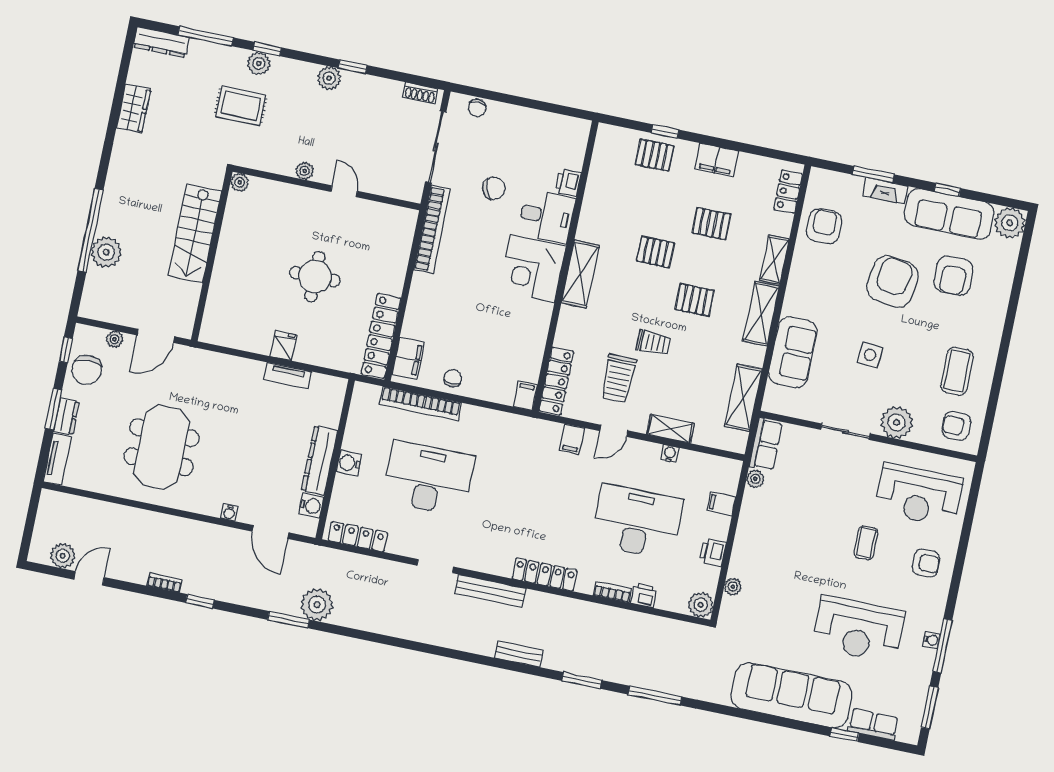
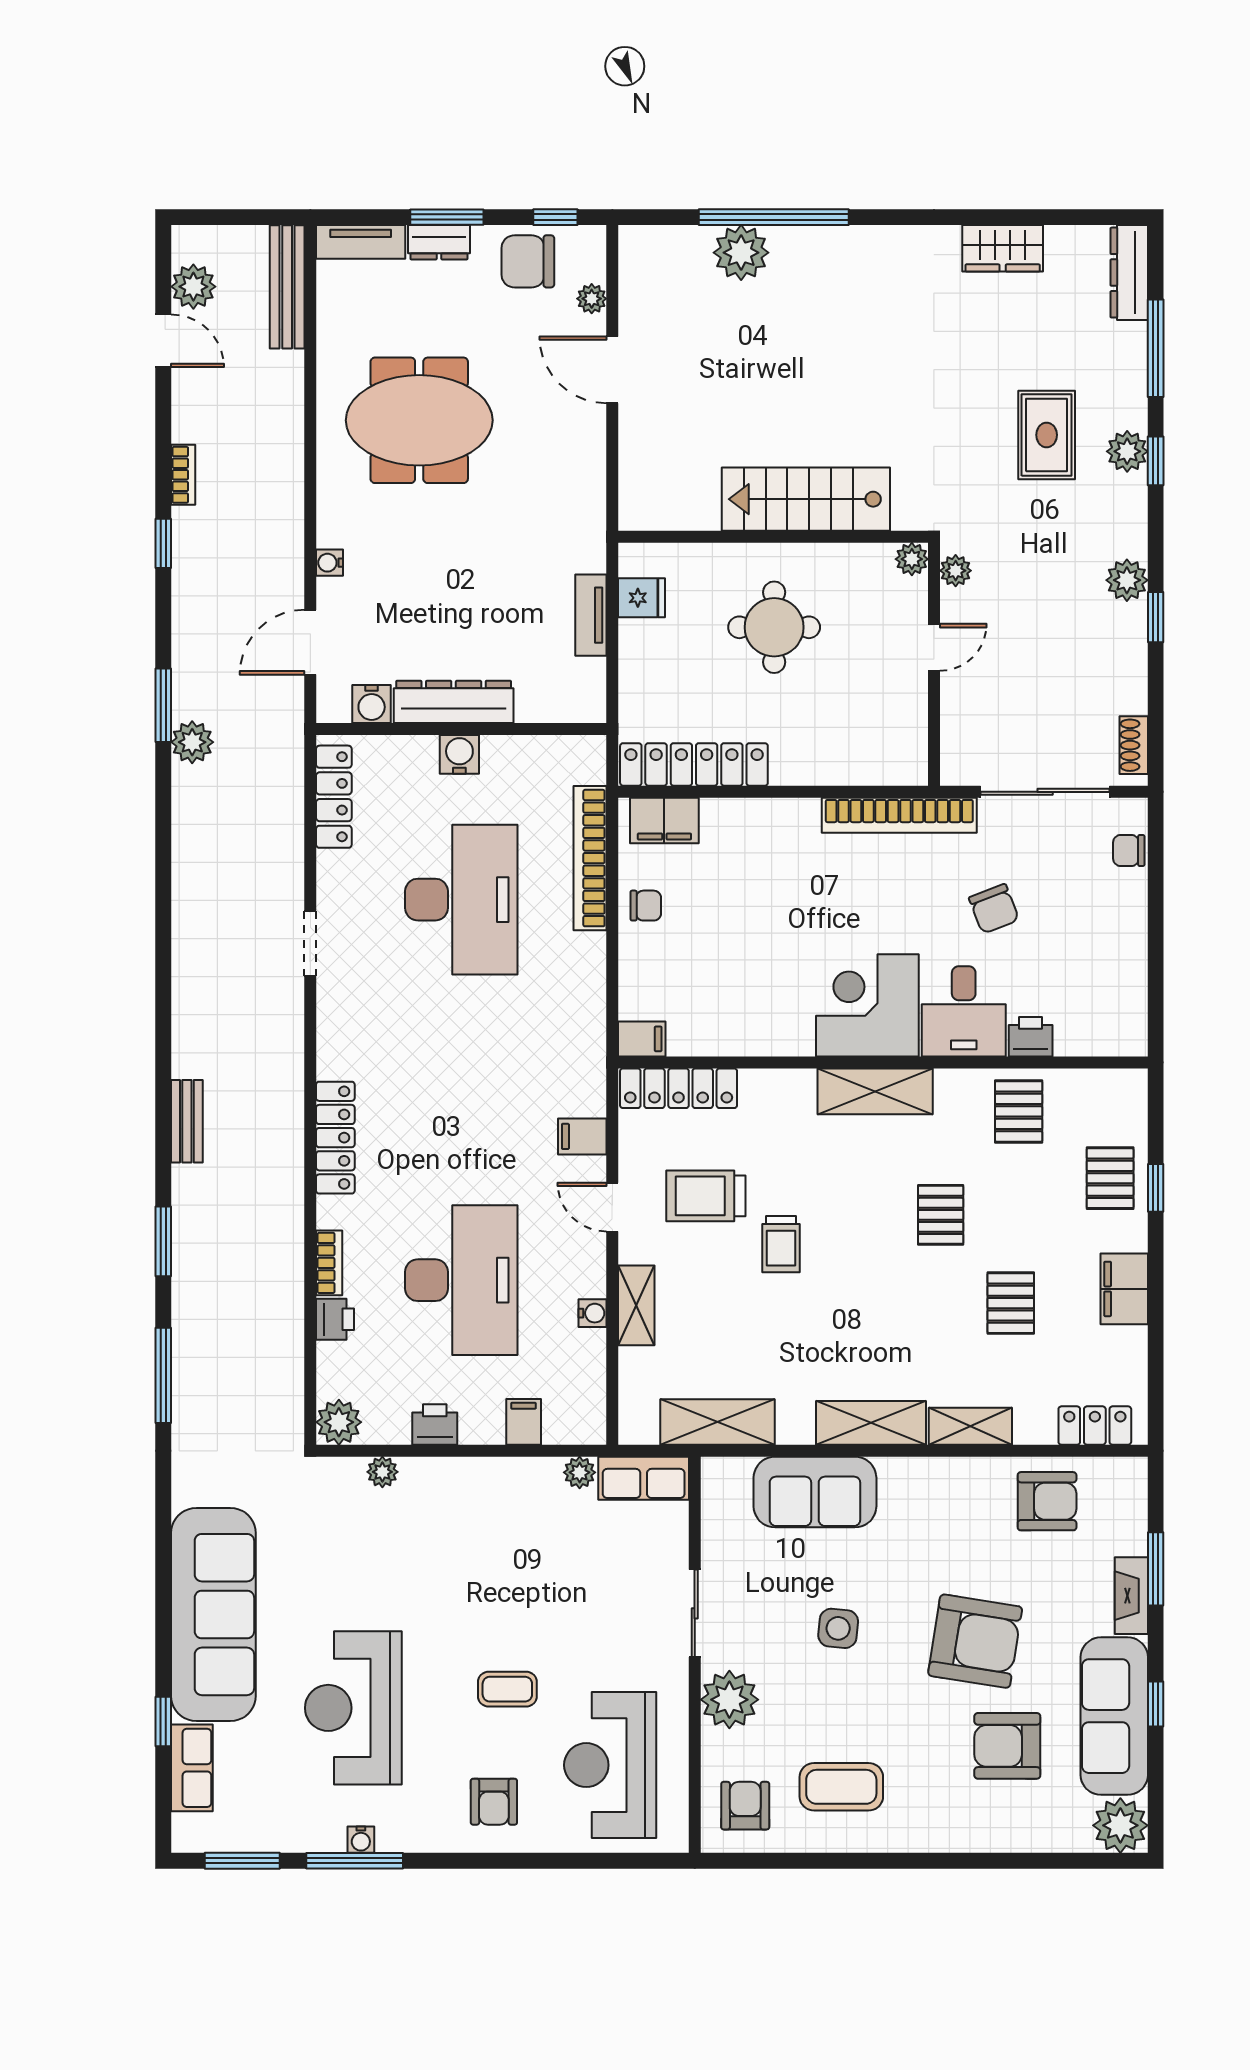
plant: (240, 182) -> (912, 559), moved
stairs: (195, 234) -> (806, 499), moved
wall: (212, 256) -> (773, 537), moved
pallet: (695, 300) -> (1019, 1111), moved
bench: (491, 591) -> (287, 287), moved
plant: (317, 605) -> (192, 742), width x0.73, depth x0.73

